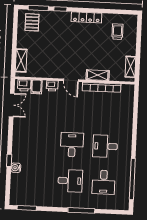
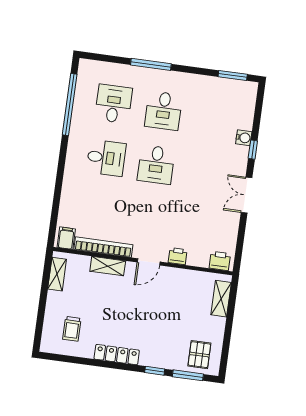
door: (71, 80) -> (149, 262), swing flipped
filing cabinet: (37, 87) -> (66, 238), moved
double door: (12, 105) -> (247, 195), moved
desk: (70, 181) -> (163, 111), turned -90

